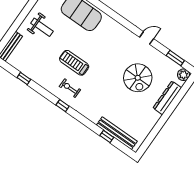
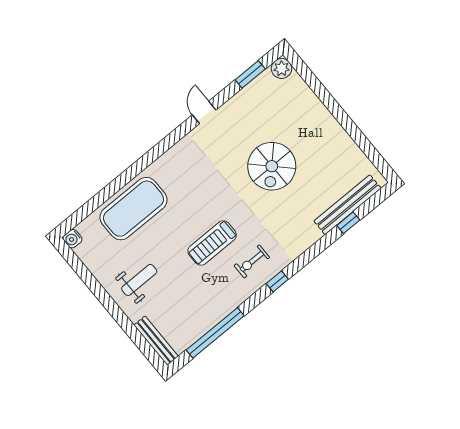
window: (24, 78) -> (215, 333), width x3.17
spiral stairs: (138, 78) -> (272, 166), moved, turned 90
dresser: (167, 98) -> (312, 106), removed

